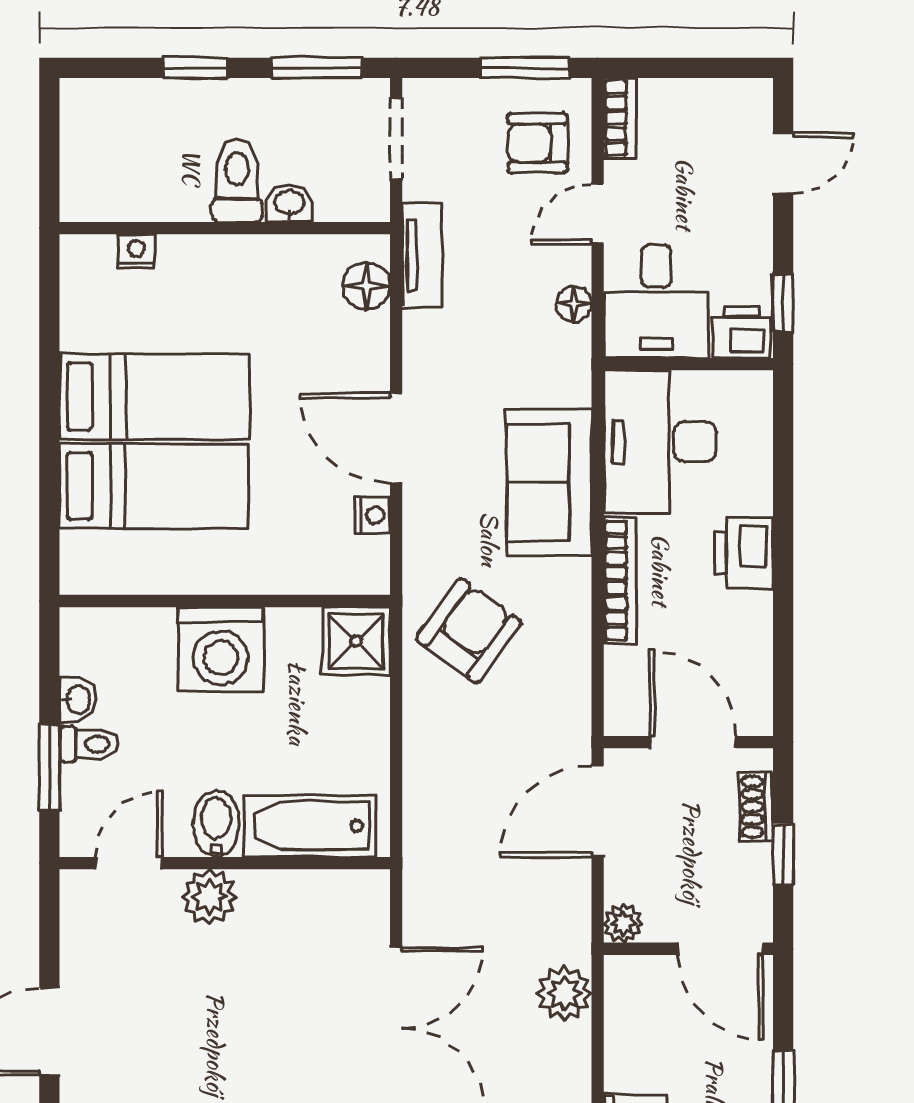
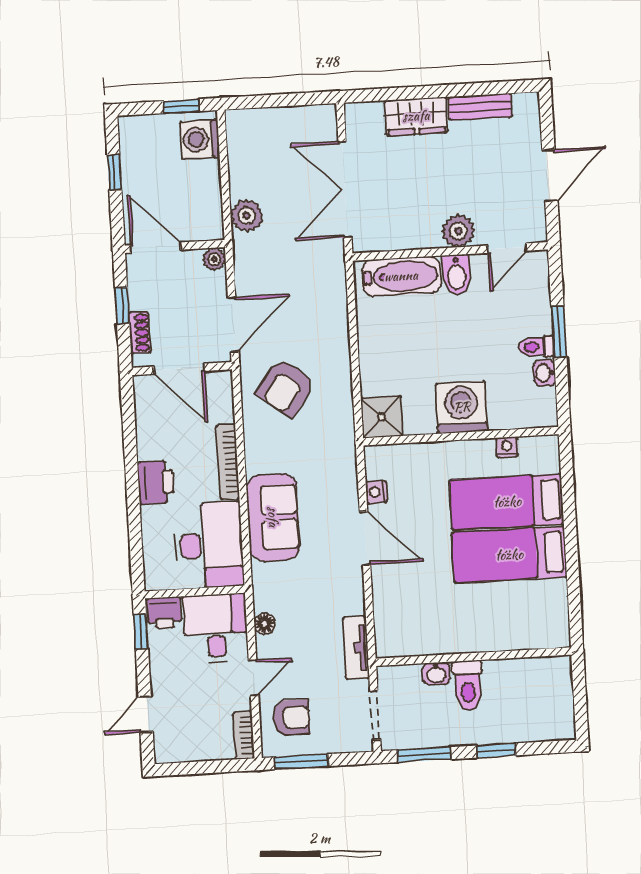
nightstand: (136, 251) -> (507, 447), moved, turned 180
floor lamp: (366, 286) -> (388, 627), removed
armchair: (469, 631) -> (286, 387), moved
bidet: (216, 824) -> (457, 274), moved
bathtub: (309, 826) -> (401, 276), moved
door: (129, 863) -> (507, 248), moved
wall: (225, 863) -> (450, 251), moved
plant: (209, 897) -> (458, 231), moved

